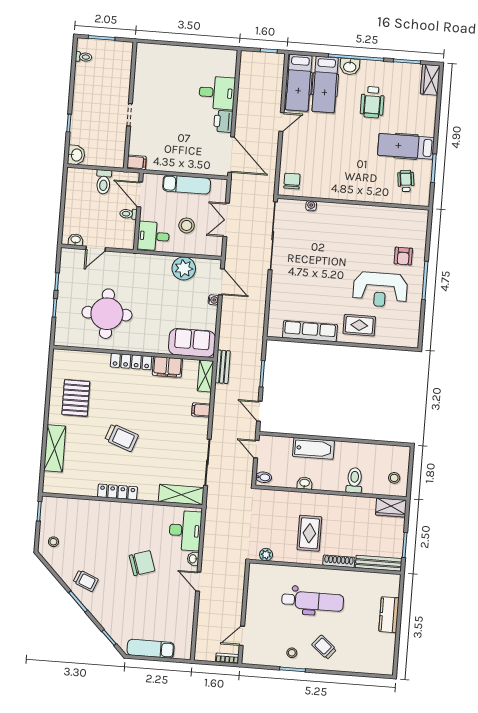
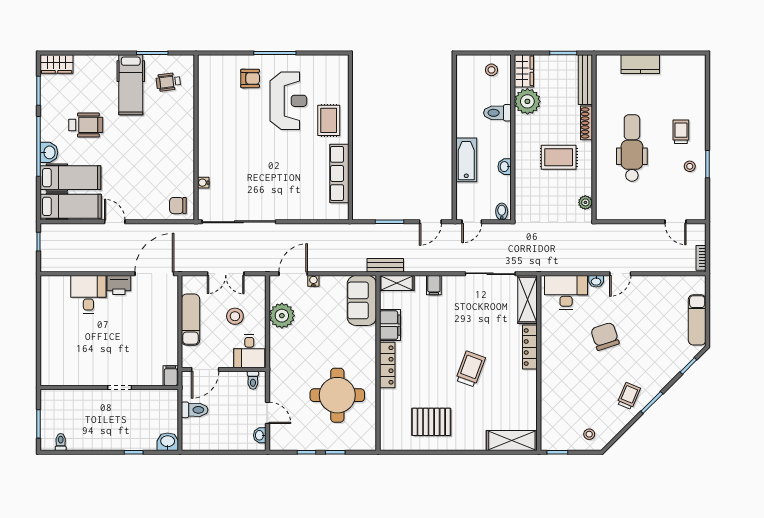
toilet: (128, 214) -> (253, 380), moved
shelving: (55, 448) -> (512, 441), moved
locker: (117, 492) -> (530, 347), moved
plant: (363, 509) -> (527, 101), added
trolley: (324, 647) -> (681, 132), turned 140
bookcase: (227, 658) -> (701, 258), moved

